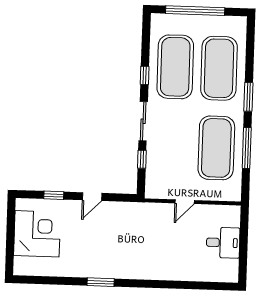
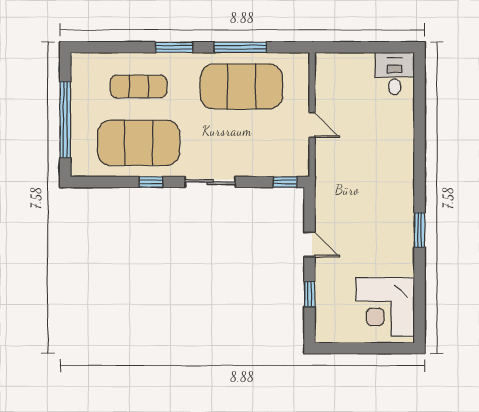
exercise mat: (219, 68) -> (139, 86), width x0.50, depth x0.69
window: (142, 159) -> (285, 182), moved
corner desk: (37, 234) -> (385, 307), moved, turned -90
desk: (223, 243) -> (395, 74), moved

